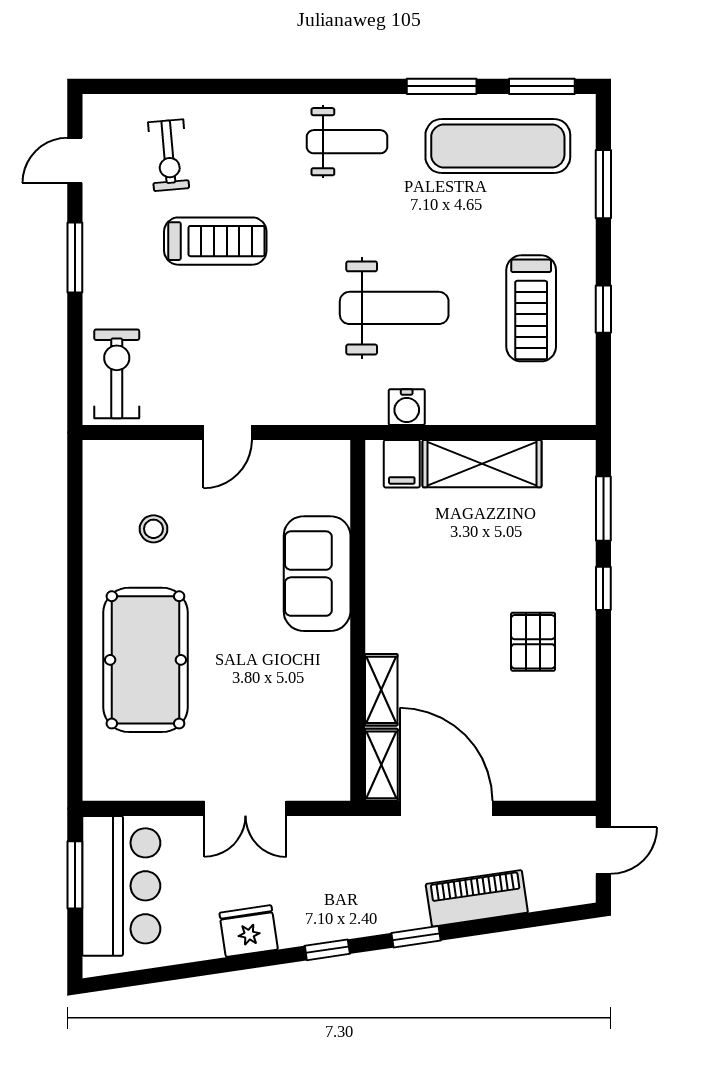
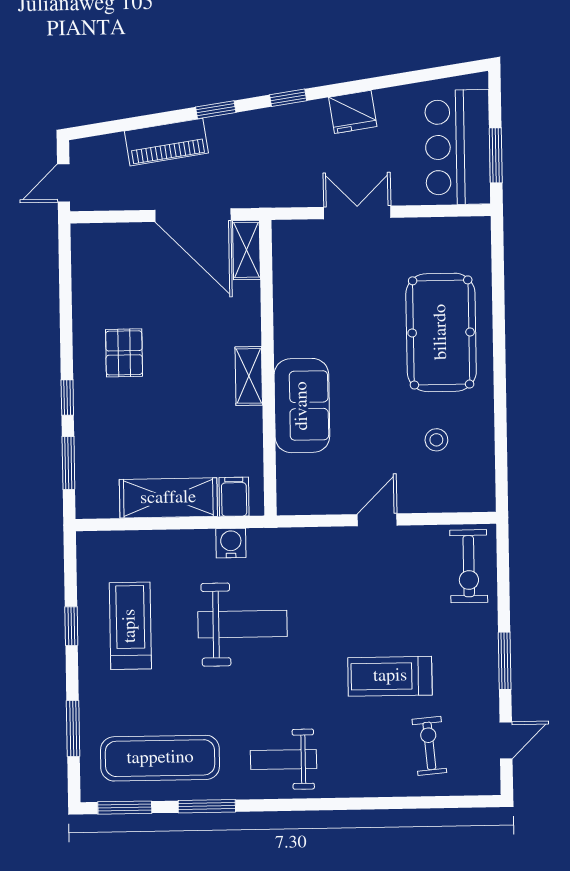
weight bench: (394, 308) -> (243, 624), turned 180
shelving: (381, 690) -> (249, 376), moved

